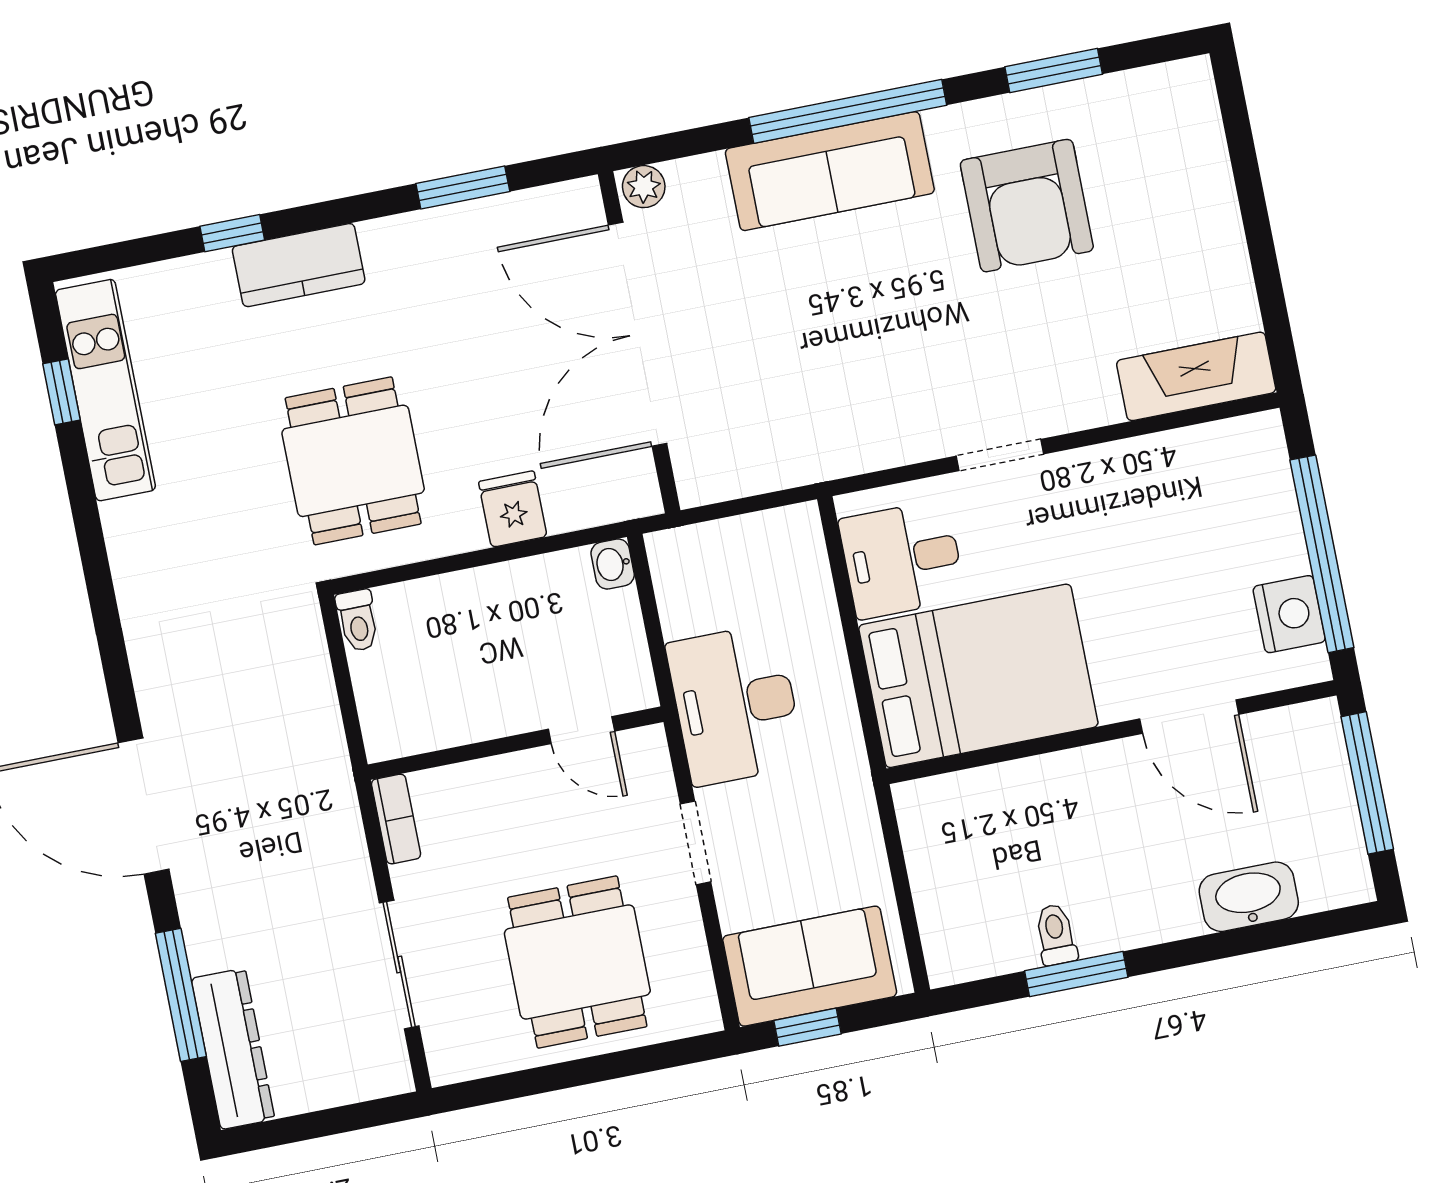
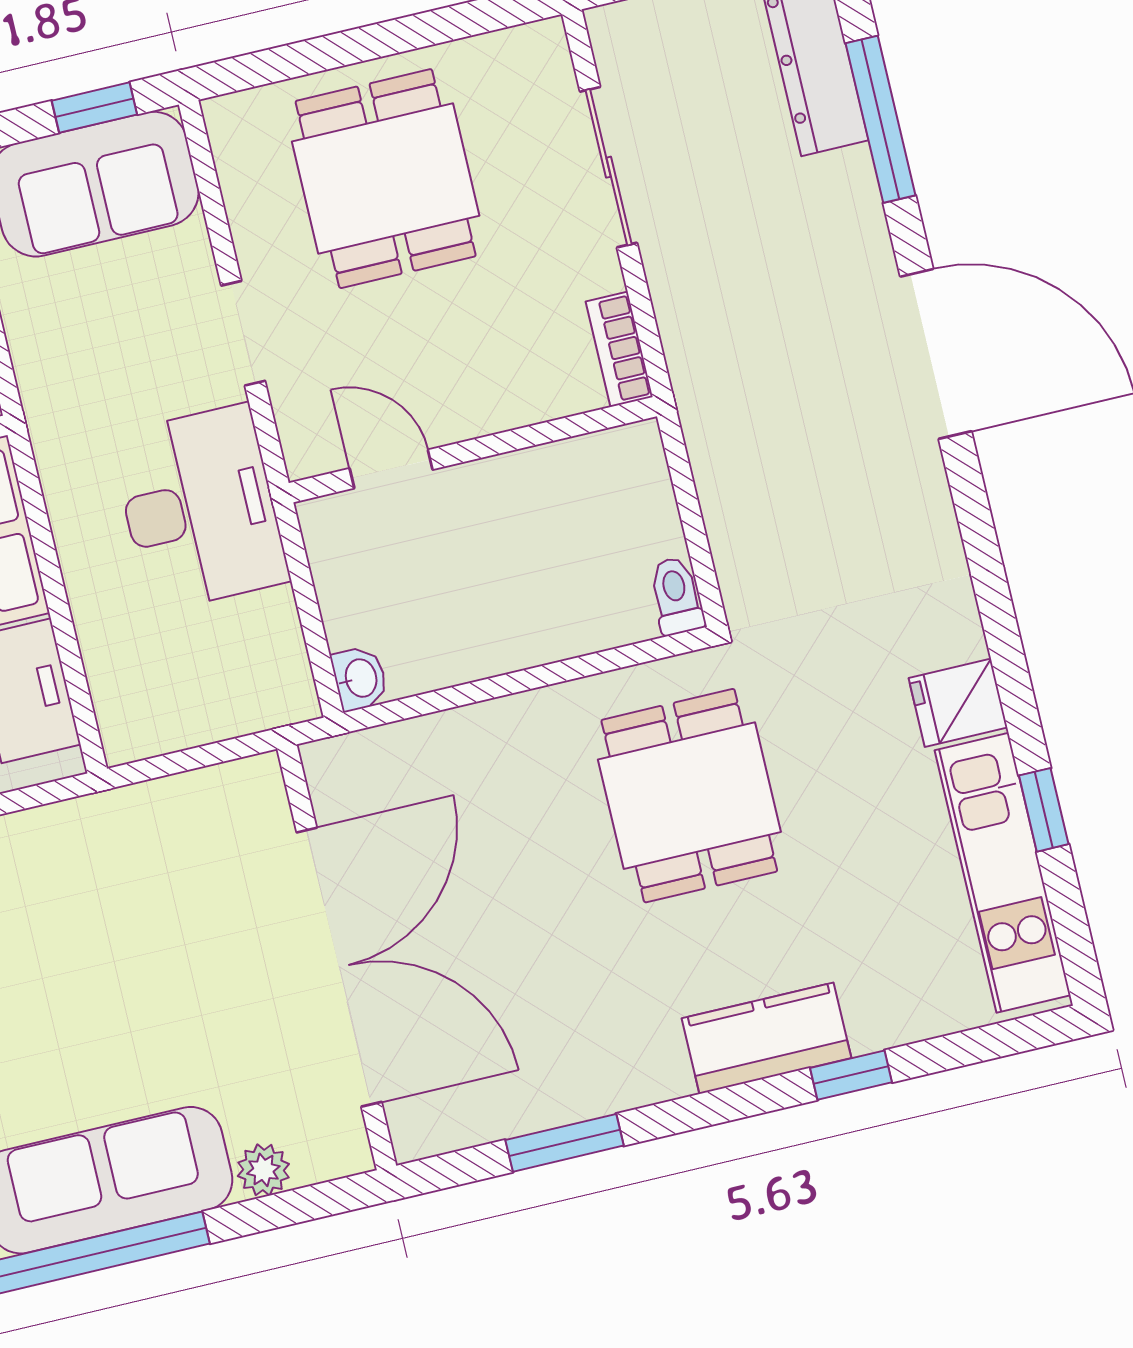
plant: (644, 187) -> (263, 1170), moved
window: (61, 392) -> (1044, 810), moved
fridge: (513, 509) -> (958, 703), moved, turned 90

